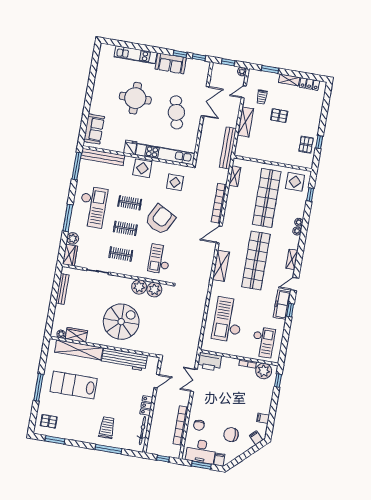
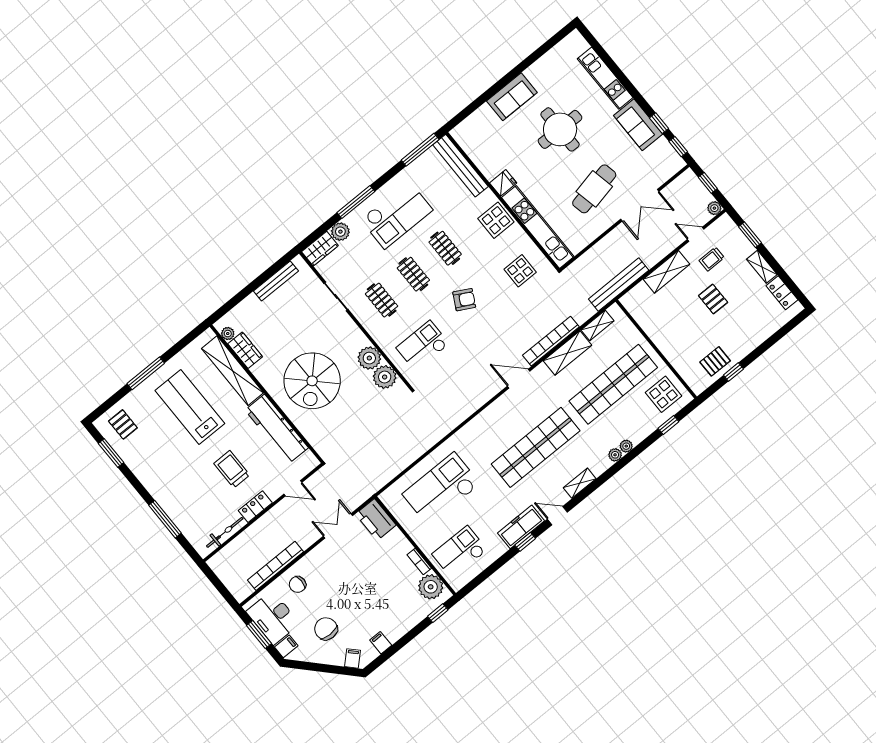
sofa: (94, 129) -> (512, 97), moved
armchair: (160, 219) -> (464, 300), width x0.53, depth x0.53
shelving: (221, 266) -> (567, 353), moved
spiral stairs: (121, 322) -> (312, 381), turned 90
checkout: (263, 342) -> (460, 552), turned 180
trolley: (107, 428) -> (232, 469), moved, turned -90
window: (163, 459) -> (220, 587), removed

